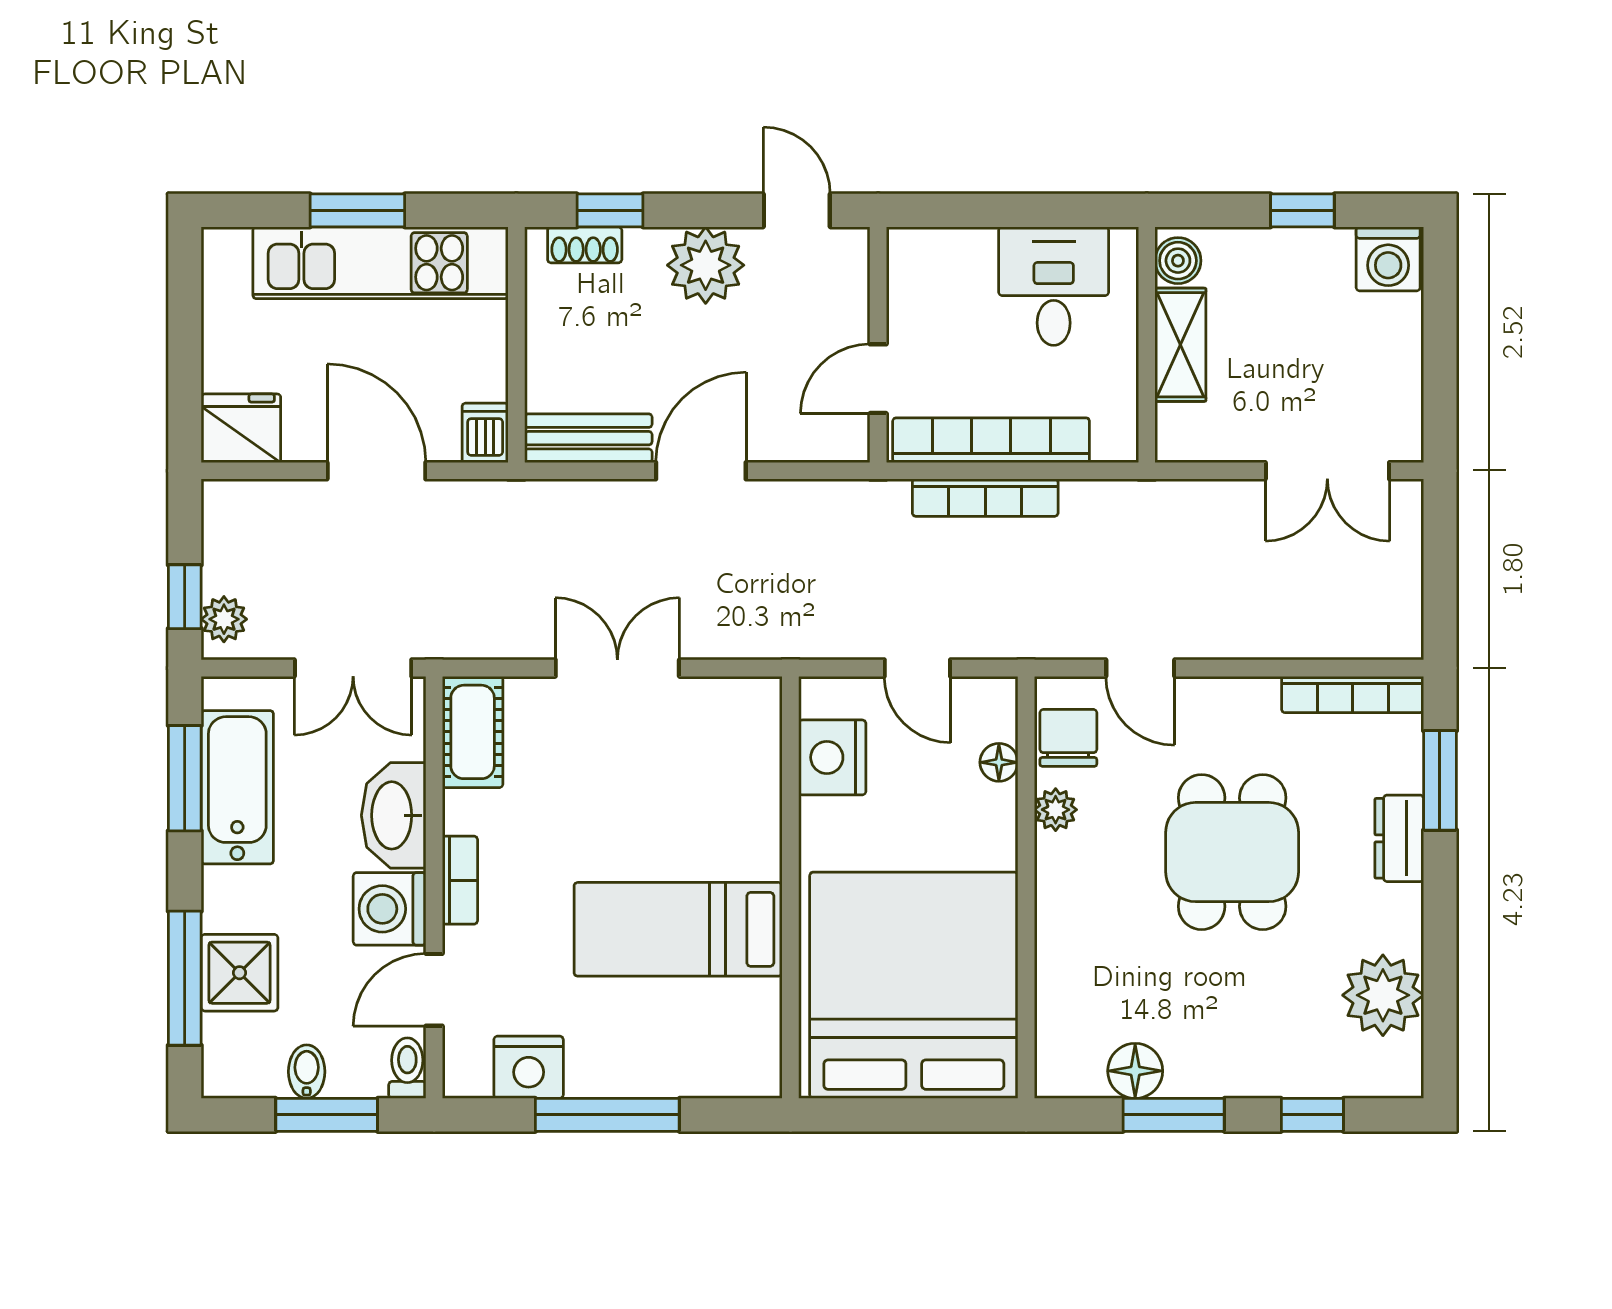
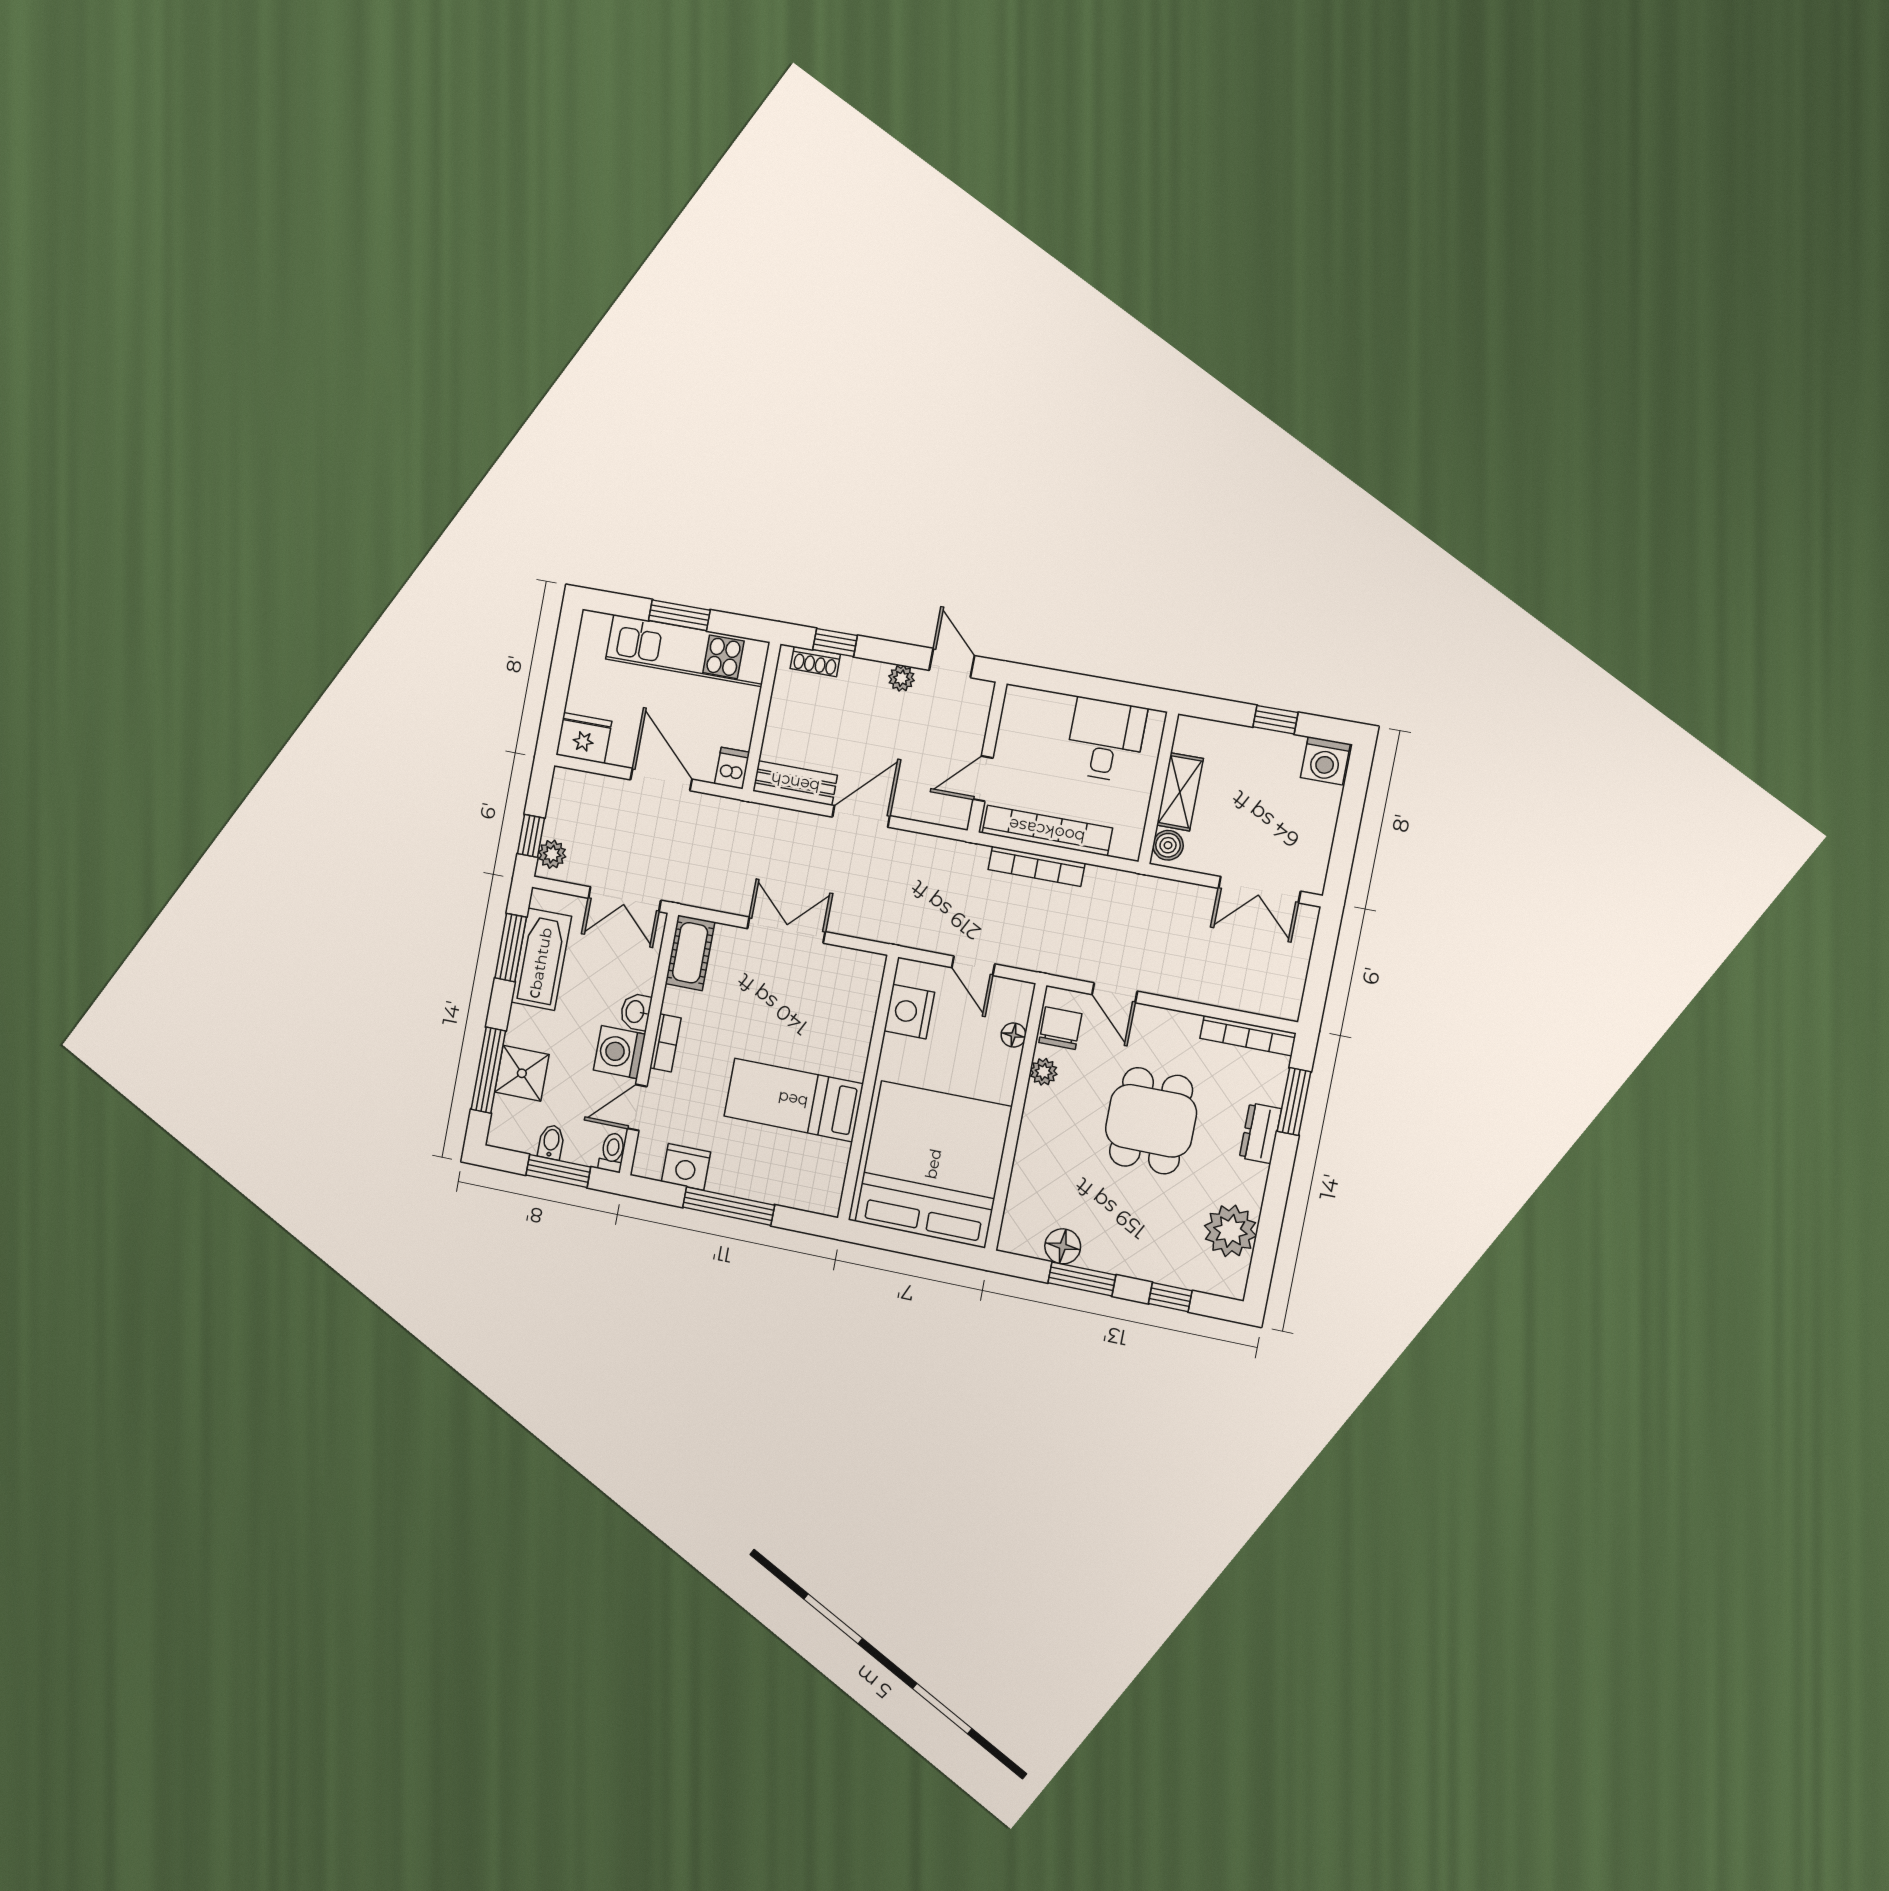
boiler: (1178, 261) -> (1168, 845), moved
plant: (706, 265) -> (902, 678), width x0.53, depth x0.53
washbasin: (394, 815) -> (636, 1012), width x0.52, depth x0.69

